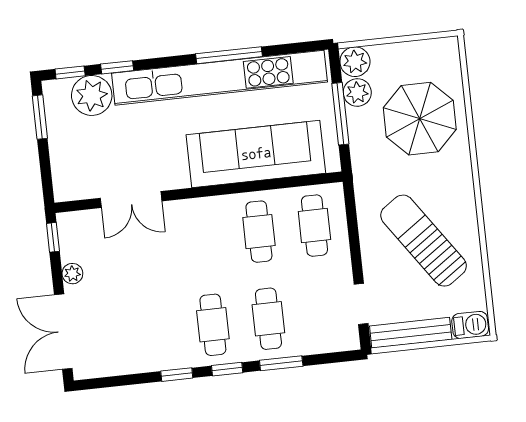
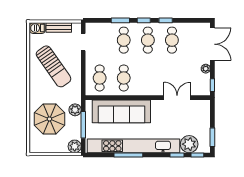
plant: (357, 93) -> (75, 110), moved
cafe table: (157, 331) -> (172, 40), added
bench: (411, 333) -> (59, 27), width x0.73

